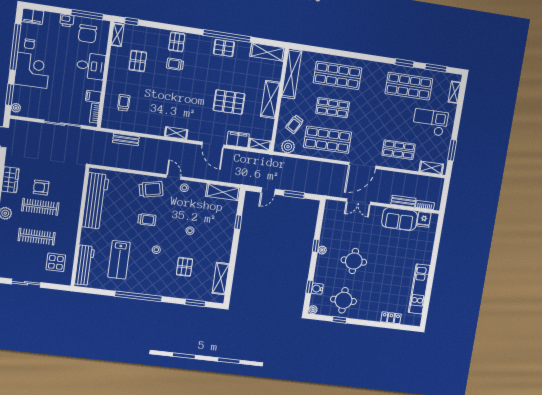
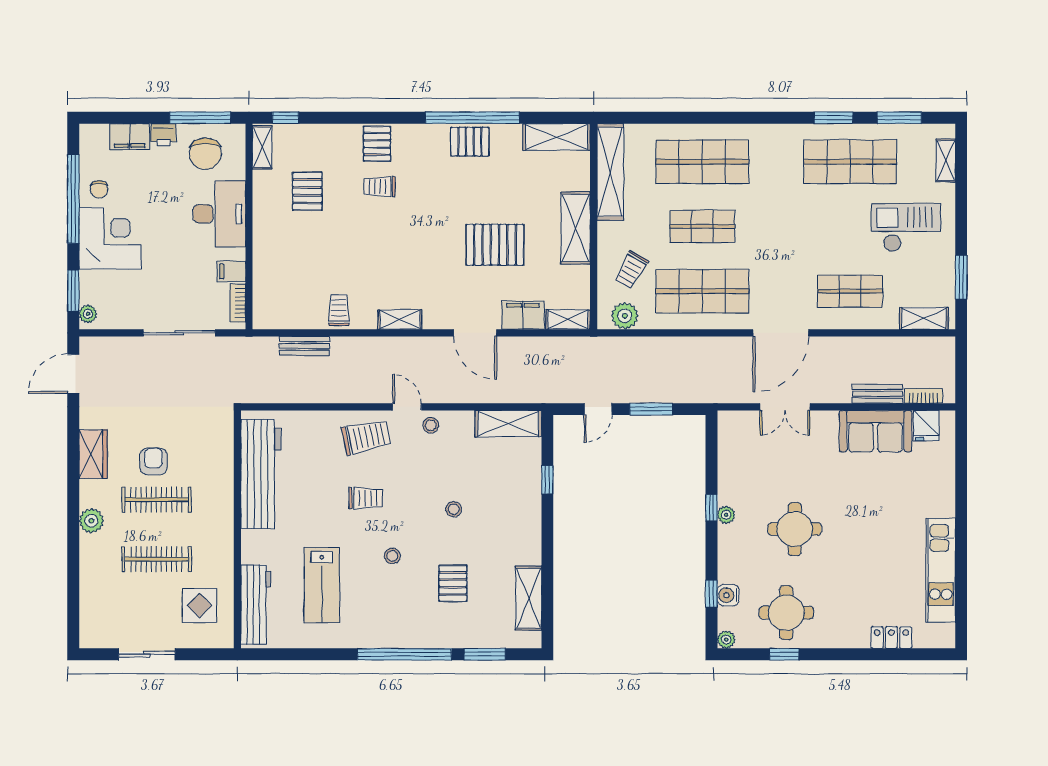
filing cabinet: (33, 16) -> (130, 137), moved
desk: (91, 66) -> (219, 214), width x1.37
trolley: (124, 103) -> (339, 310), moved
armchair: (41, 187) -> (153, 461), turned 90
window: (138, 296) -> (404, 654), moved

